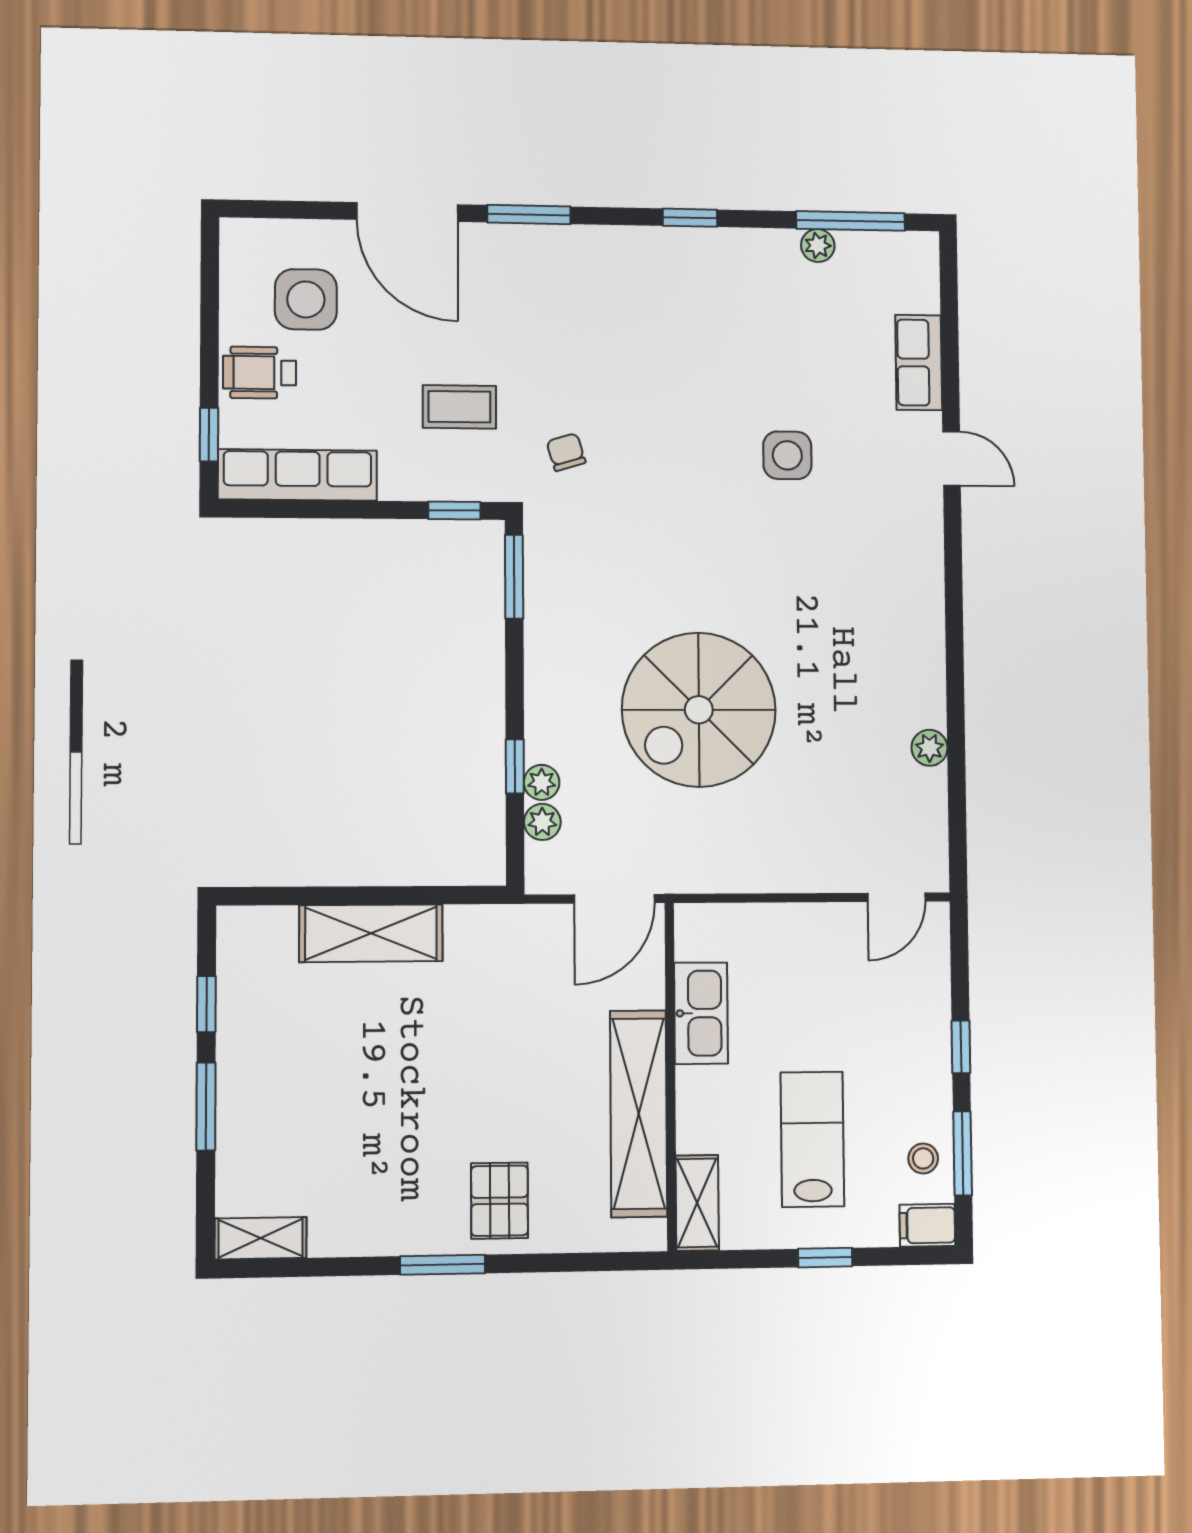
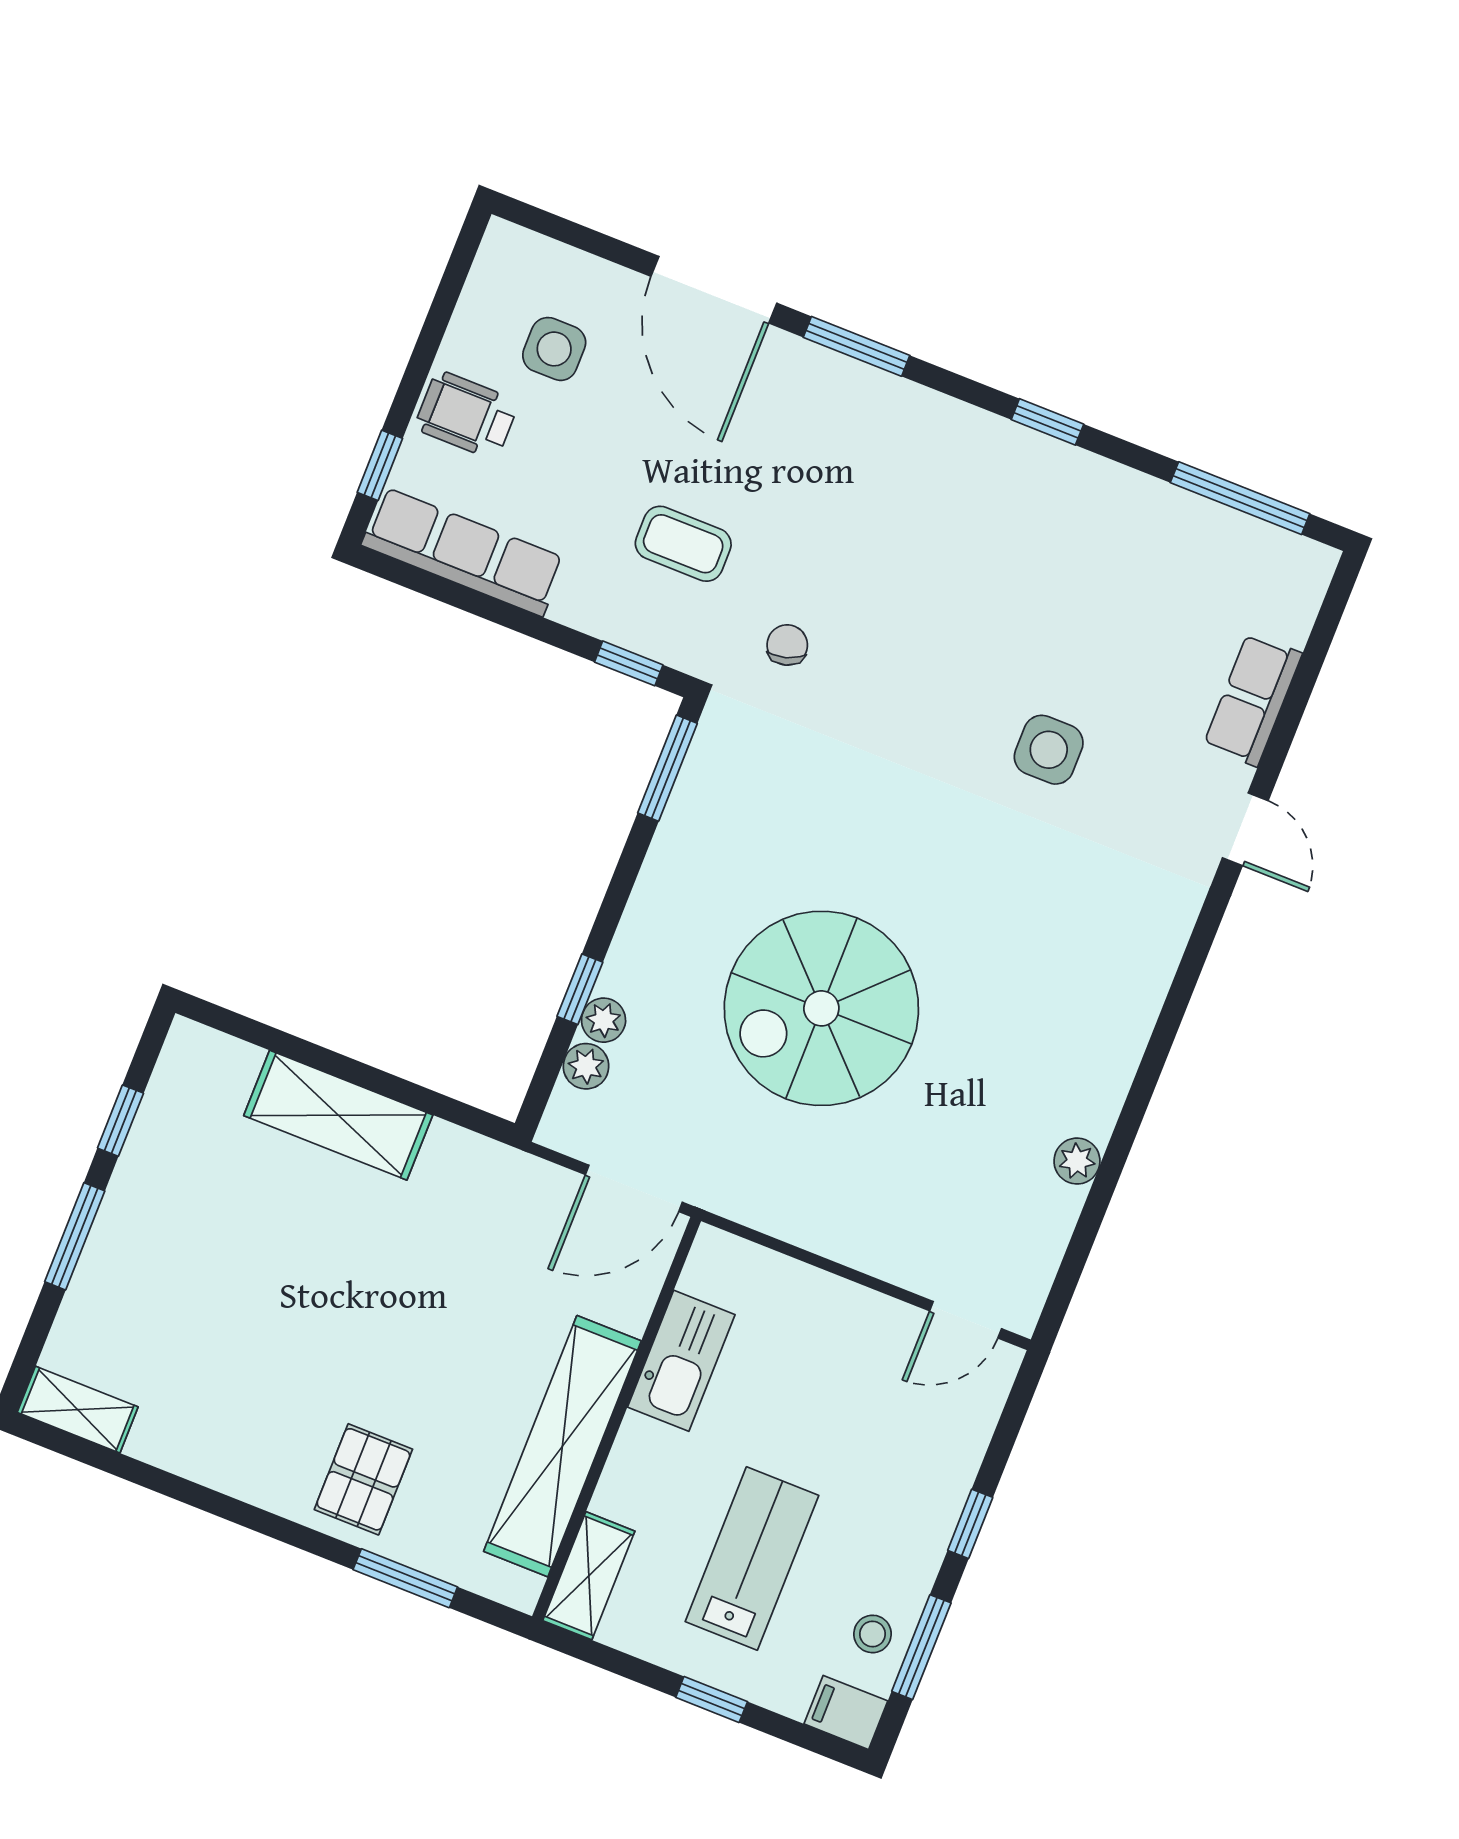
plant: (818, 246) -> (1188, 513), removed
side table: (306, 299) -> (554, 349), width x0.73, depth x0.73
window: (443, 1265) -> (405, 1578), moved

